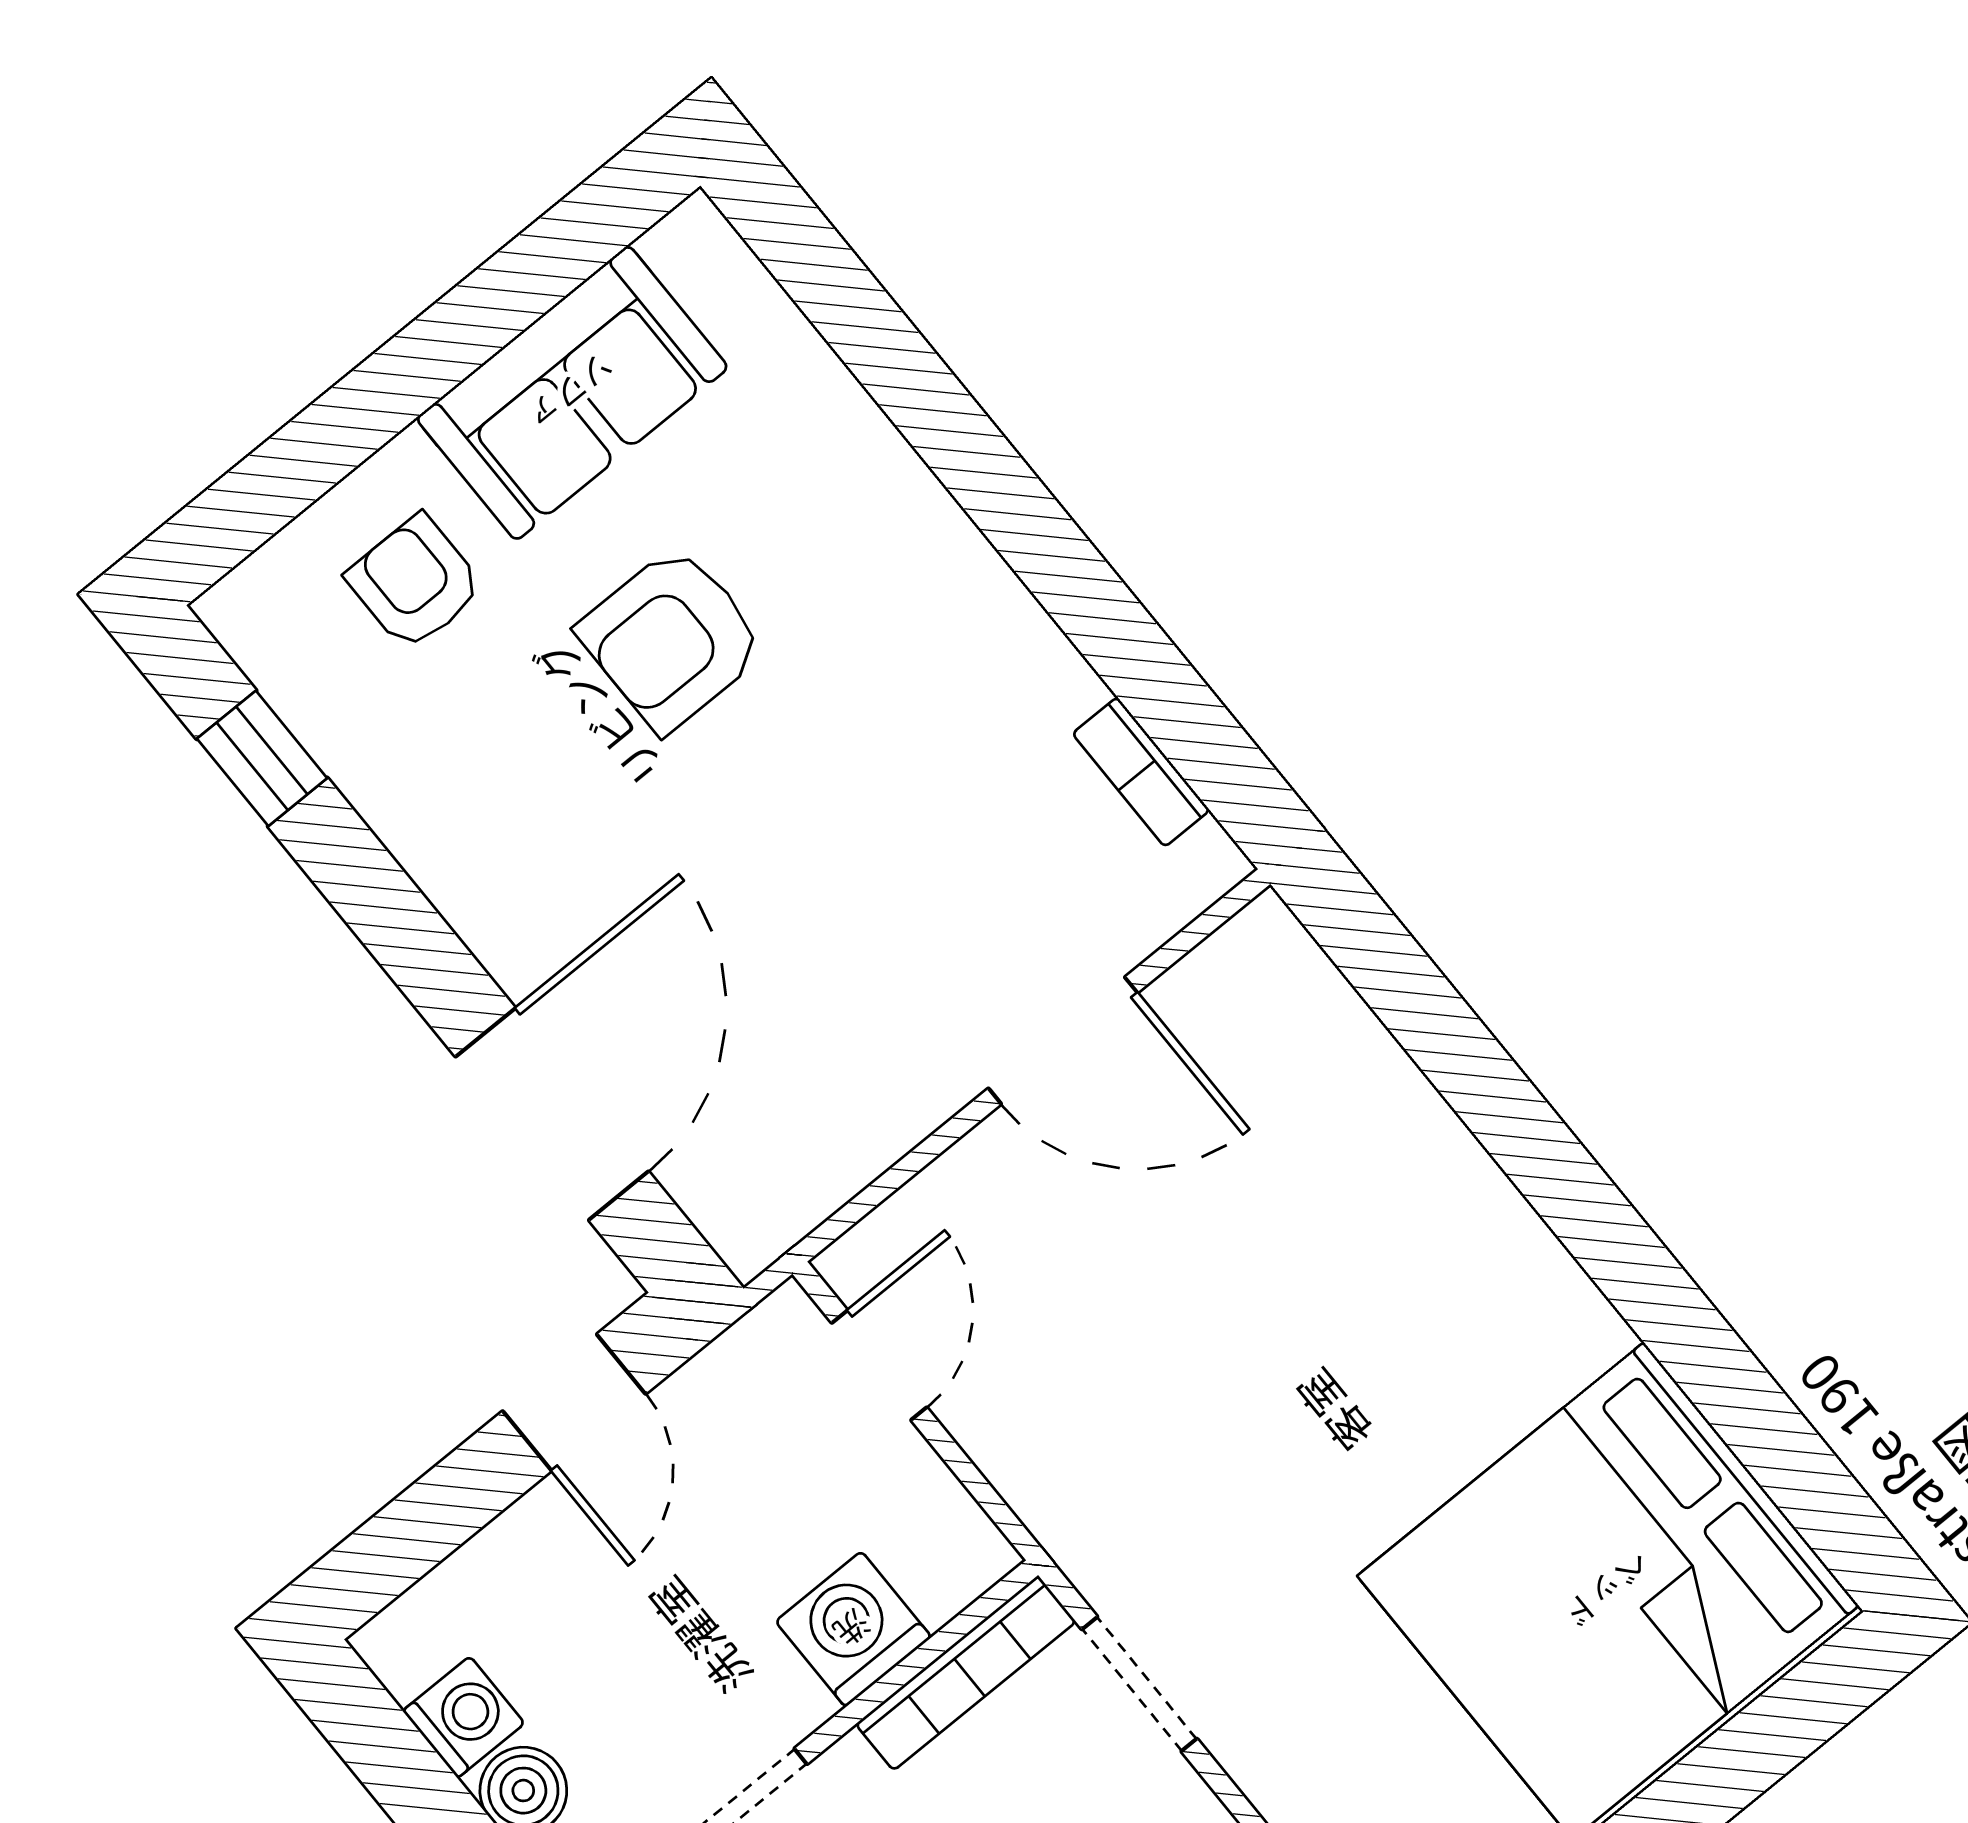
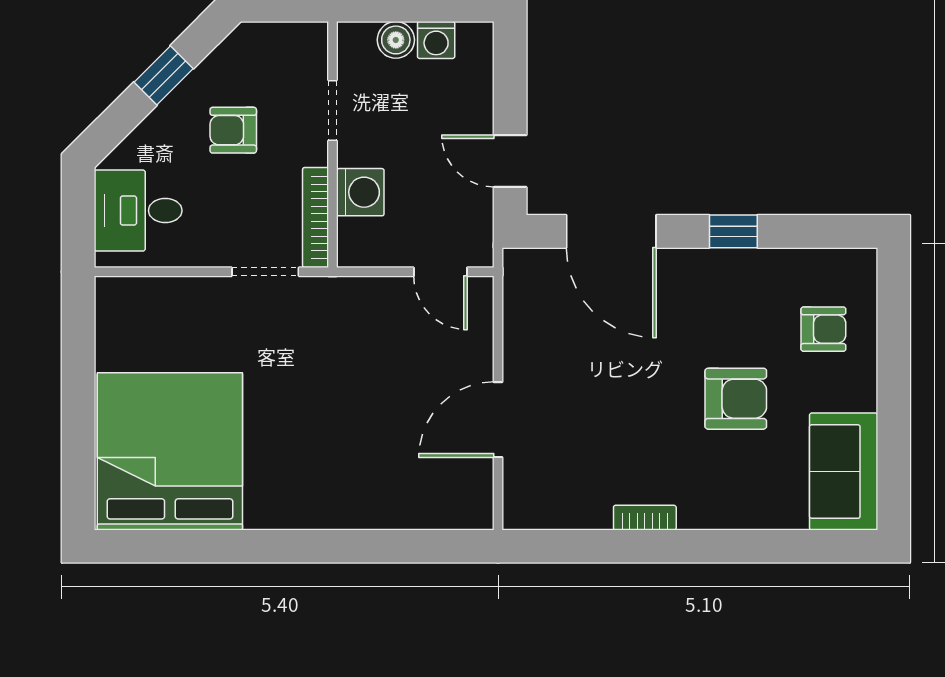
sofa: (572, 393) -> (844, 472), moved
armchair: (672, 639) -> (736, 399), turned 90
window: (262, 758) -> (733, 231), moved
bookcase: (1141, 772) -> (645, 518), moved

